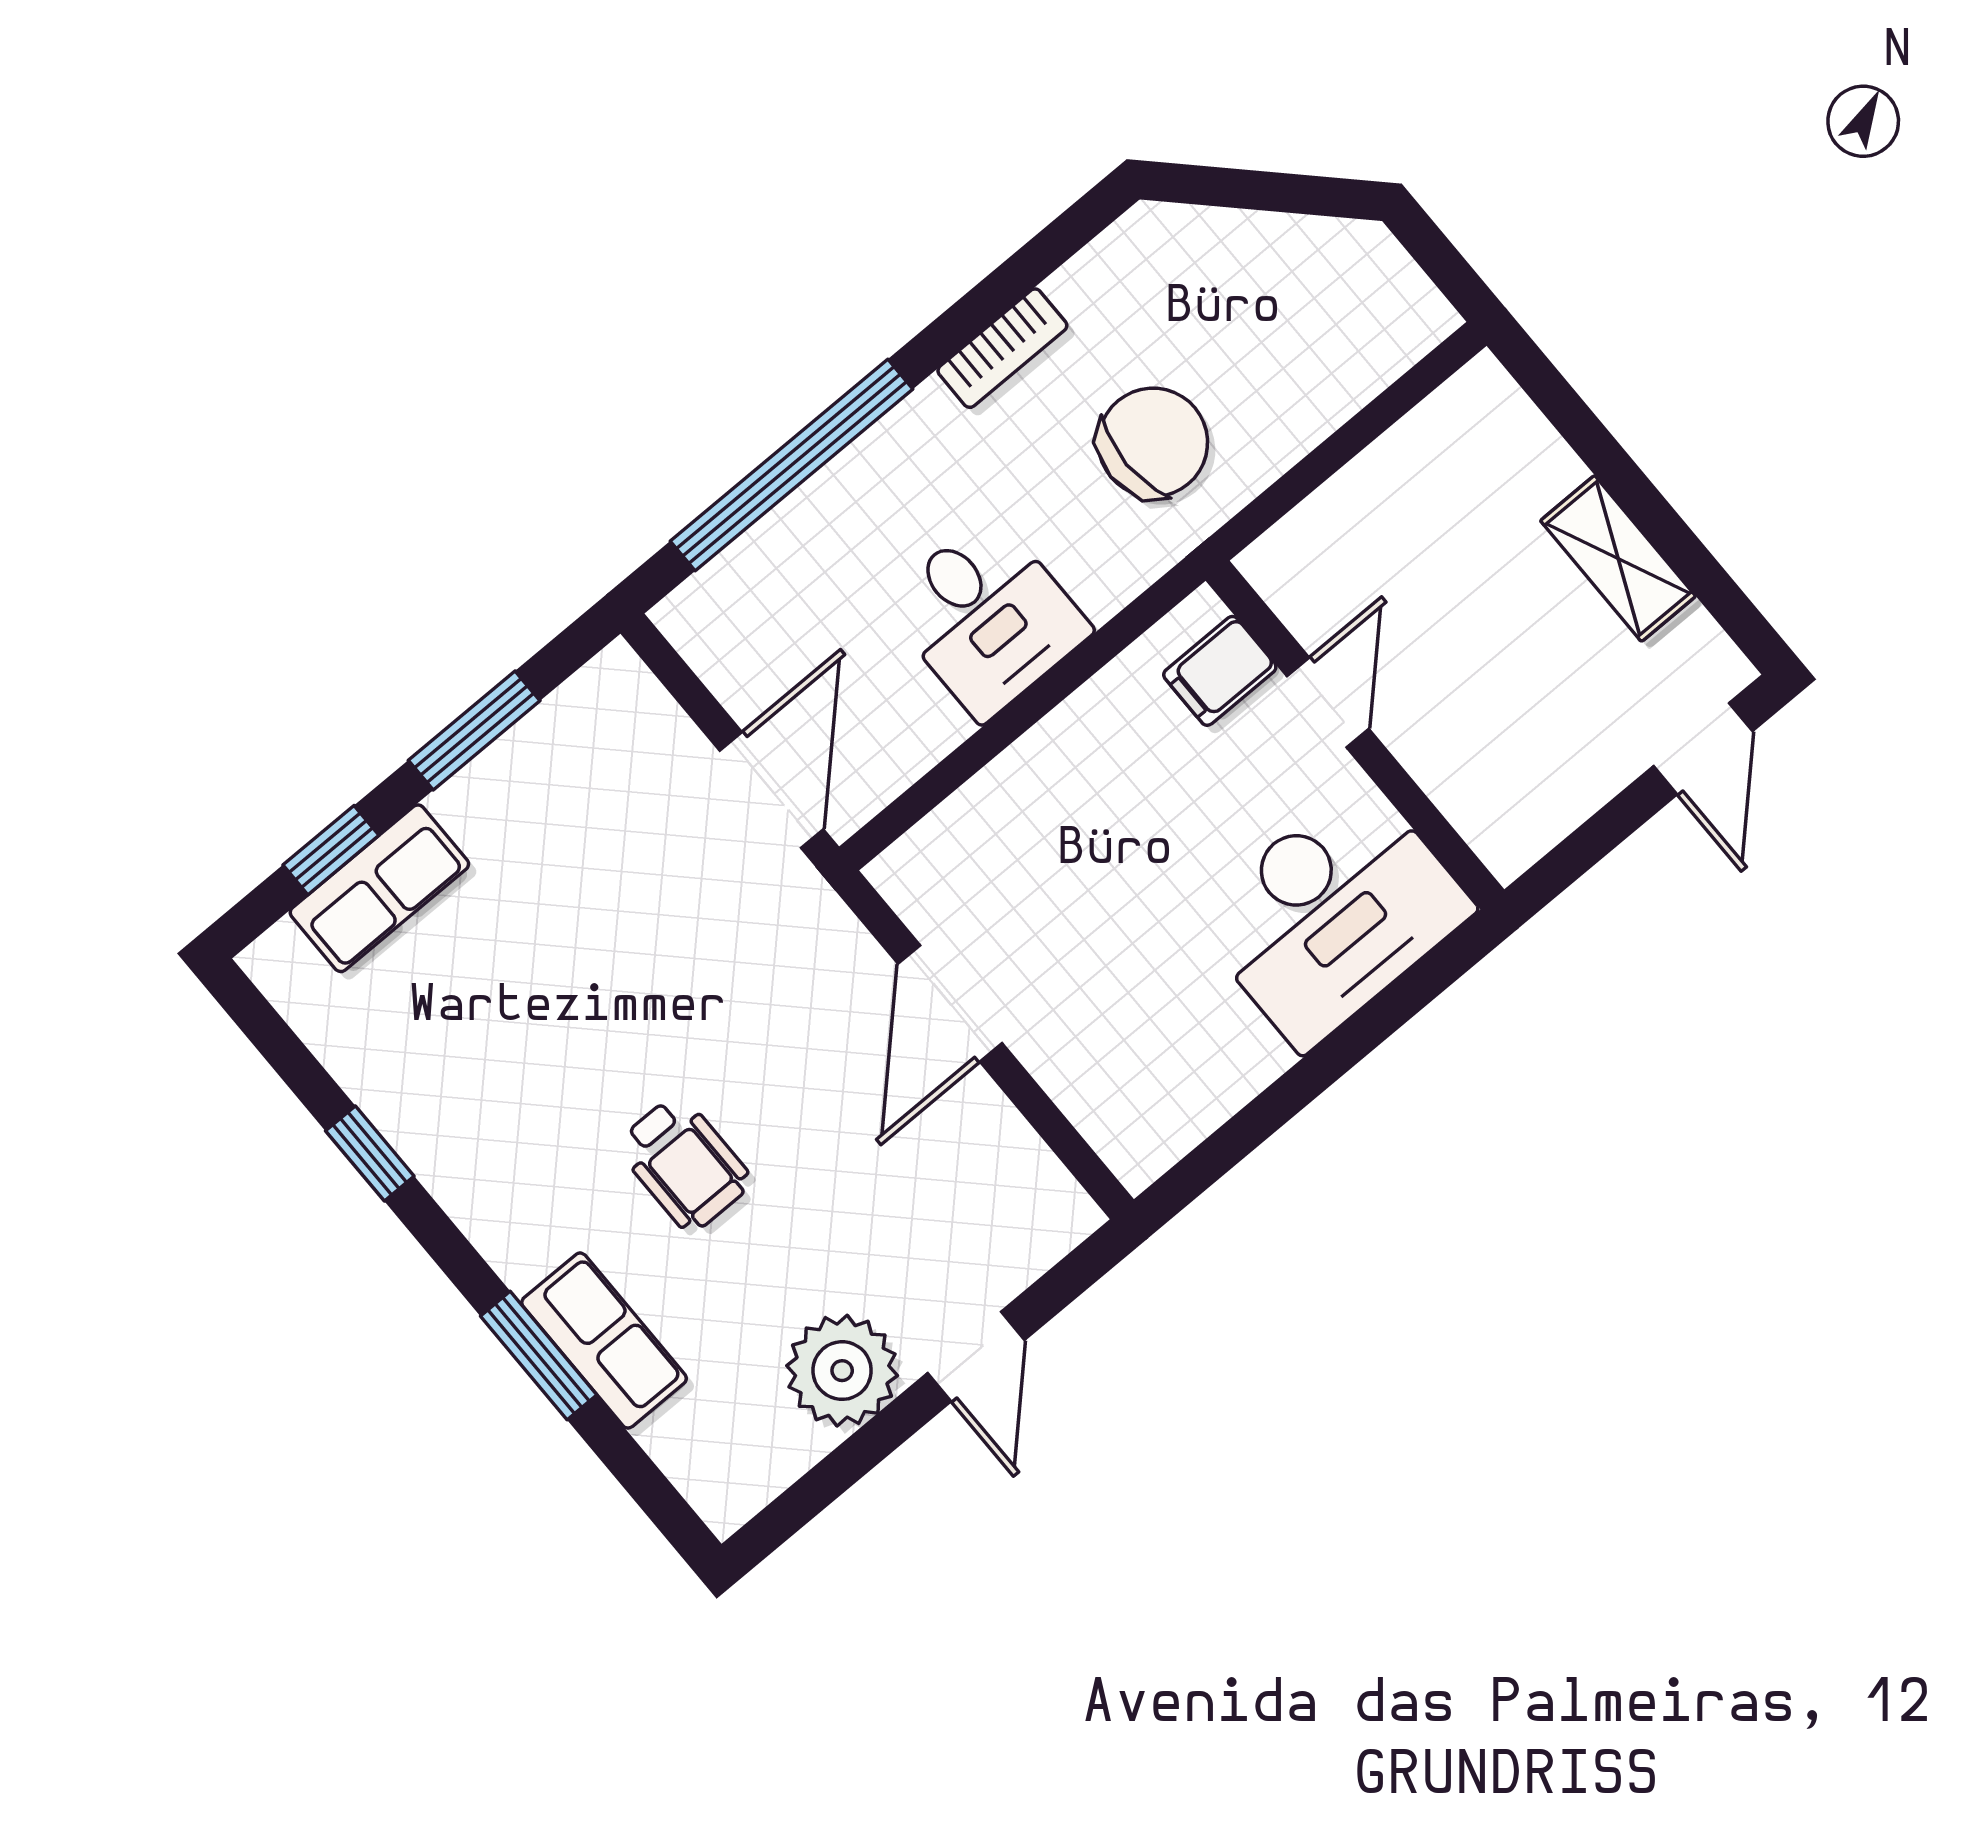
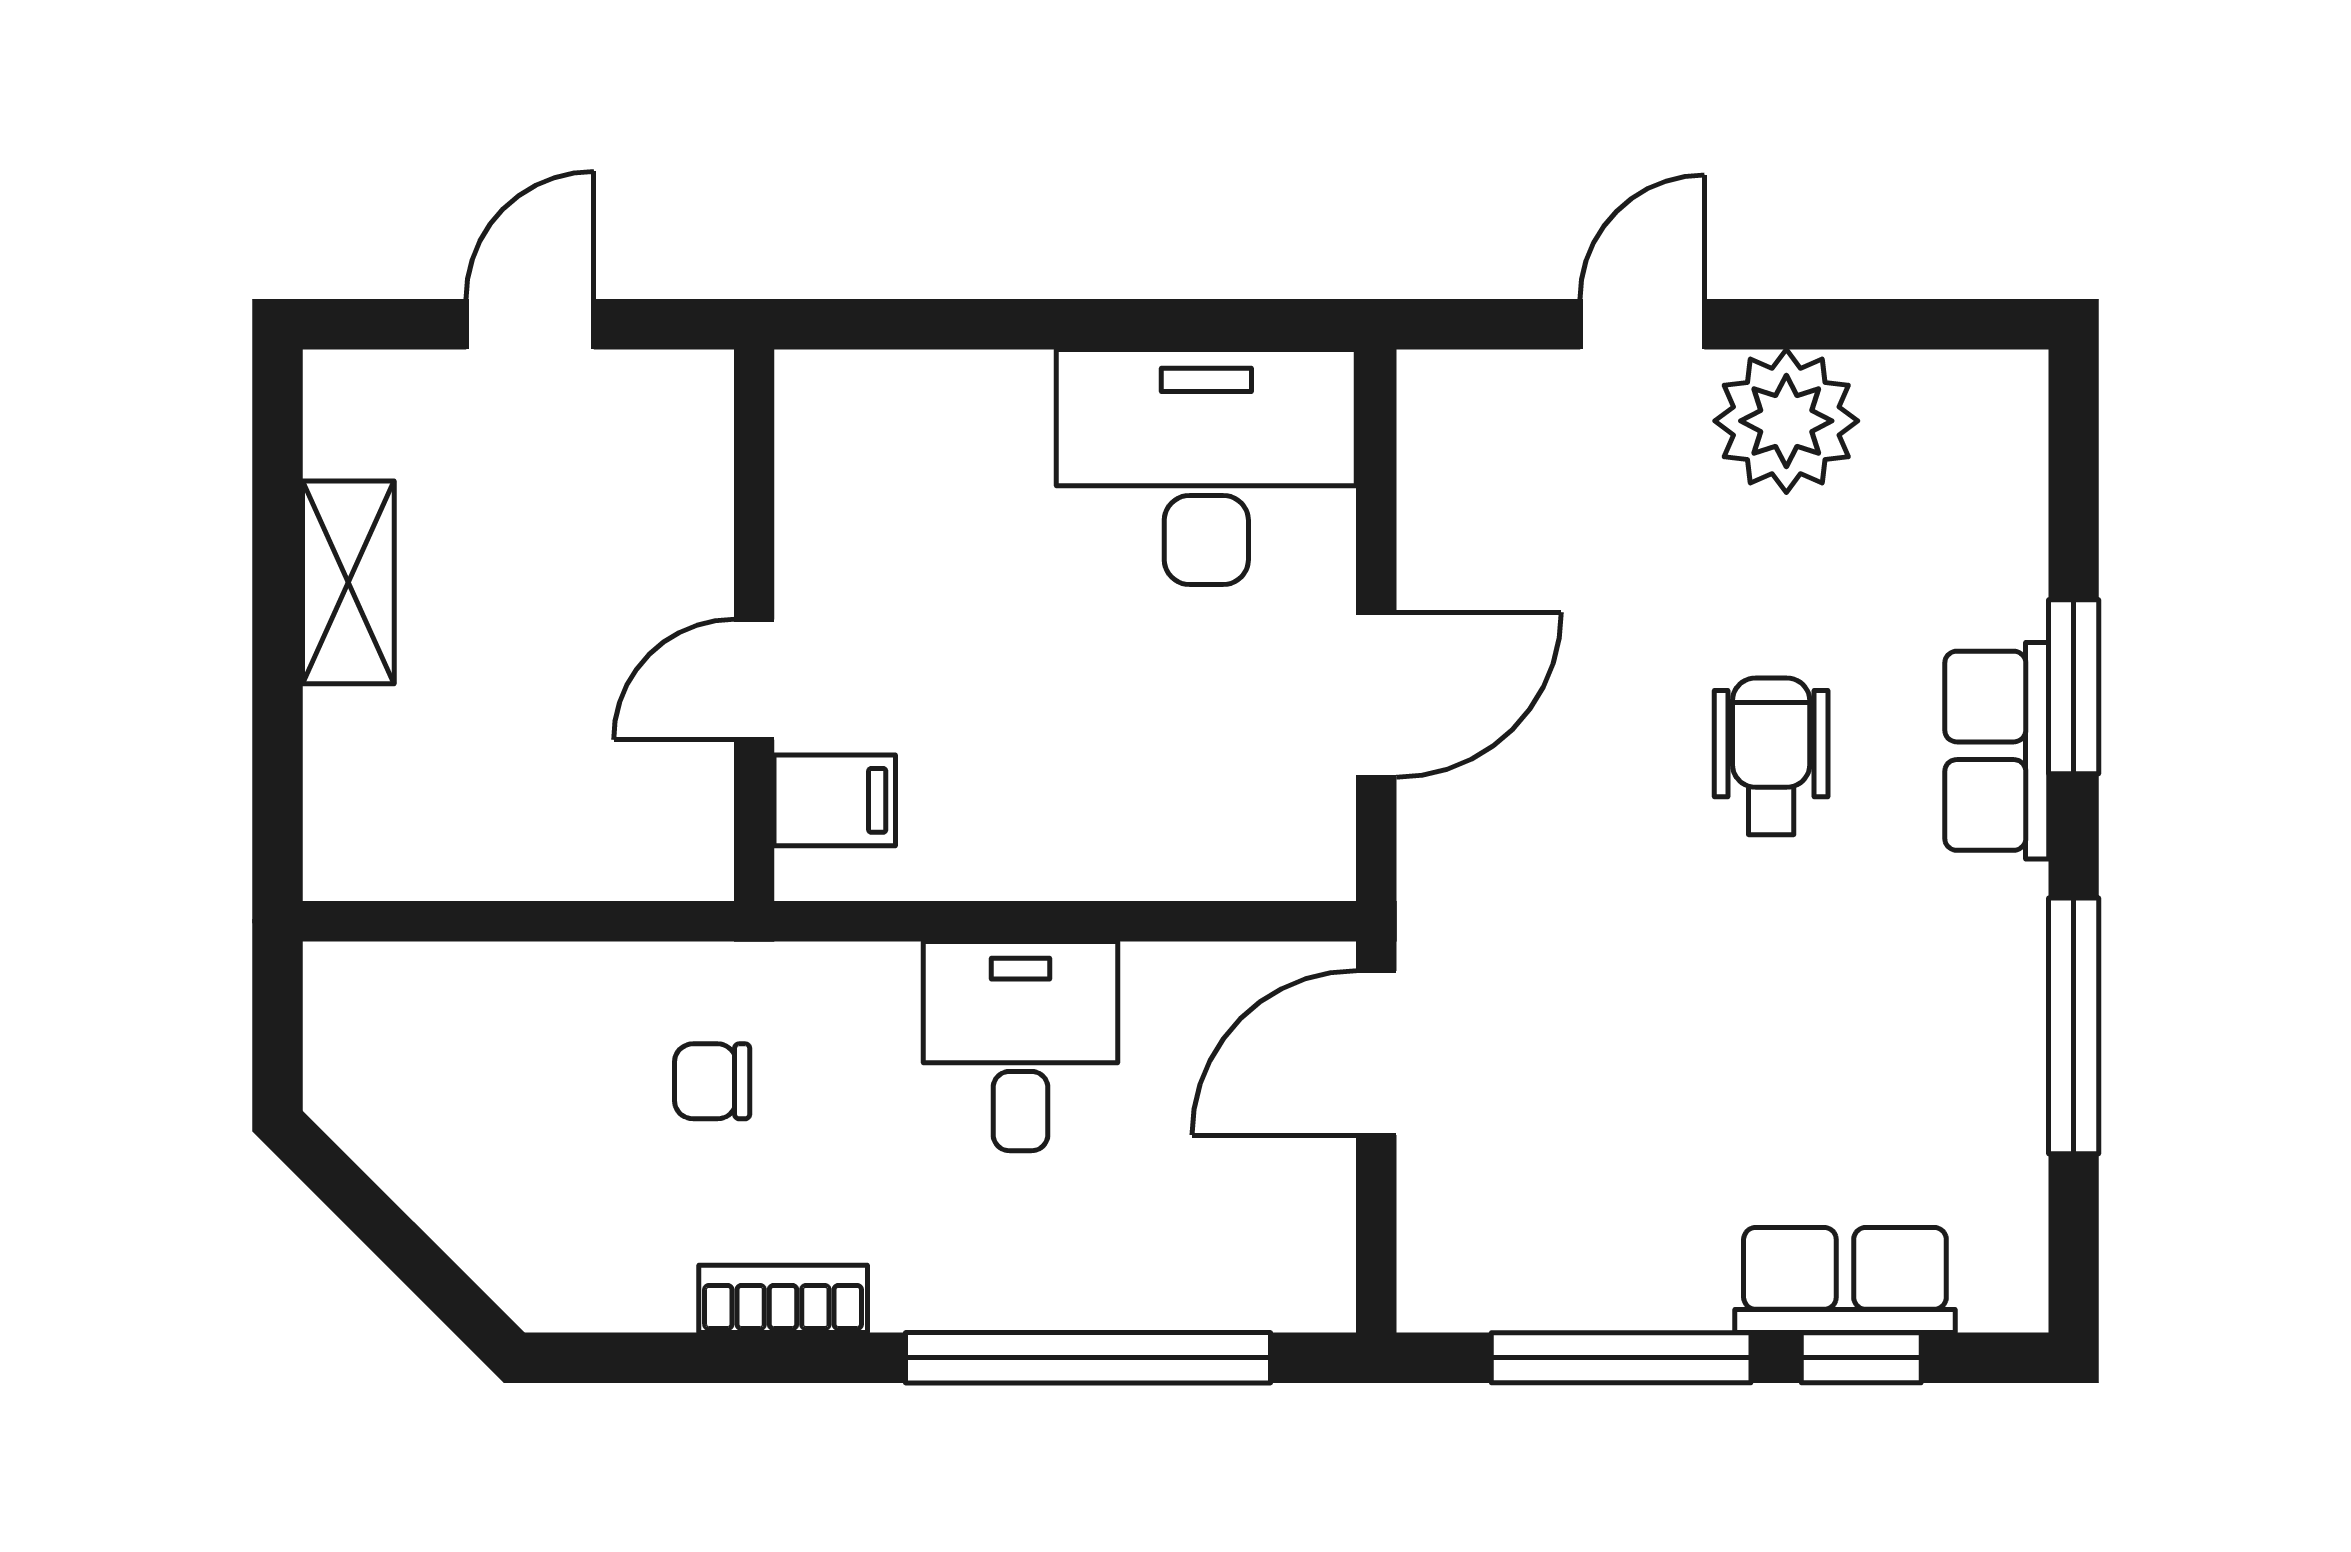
chair: (1153, 442) -> (712, 1081), width x0.54, depth x0.54
window: (474, 730) -> (1621, 1358), width x1.44
door: (1703, 749) -> (530, 324), moved
desk: (1333, 914) -> (1206, 467), moved
window: (370, 1153) -> (2074, 1026), width x2.17
row of seats: (604, 1341) -> (1997, 751), moved

